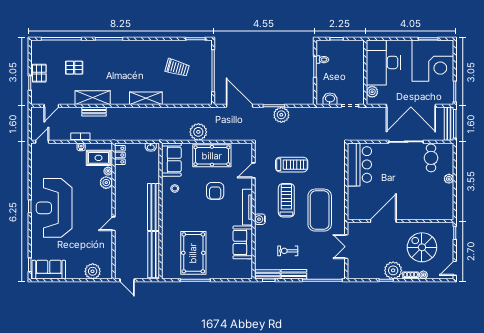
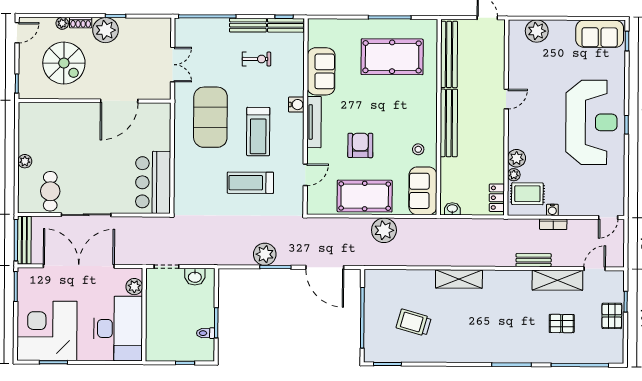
shelving: (93, 98) -> (557, 280), moved
pool table: (193, 253) -> (392, 57), turned 90

